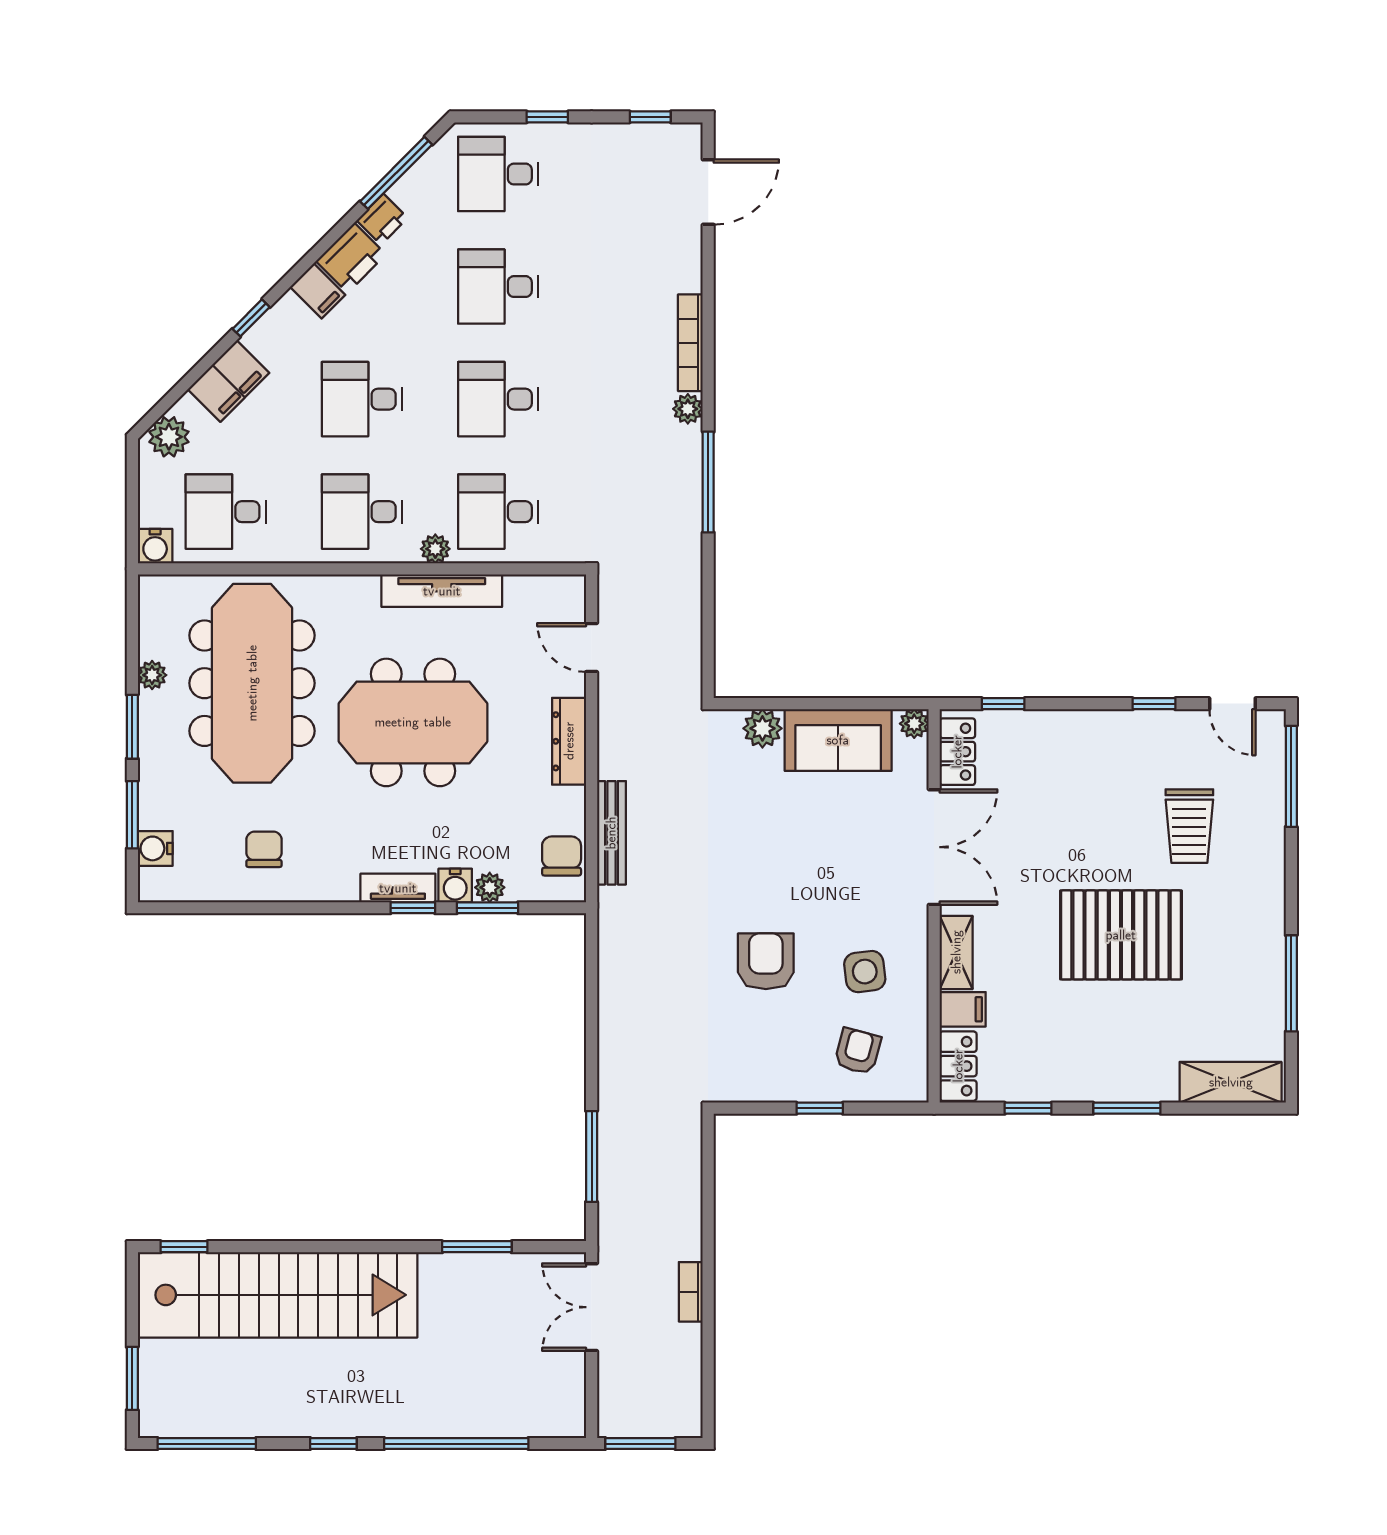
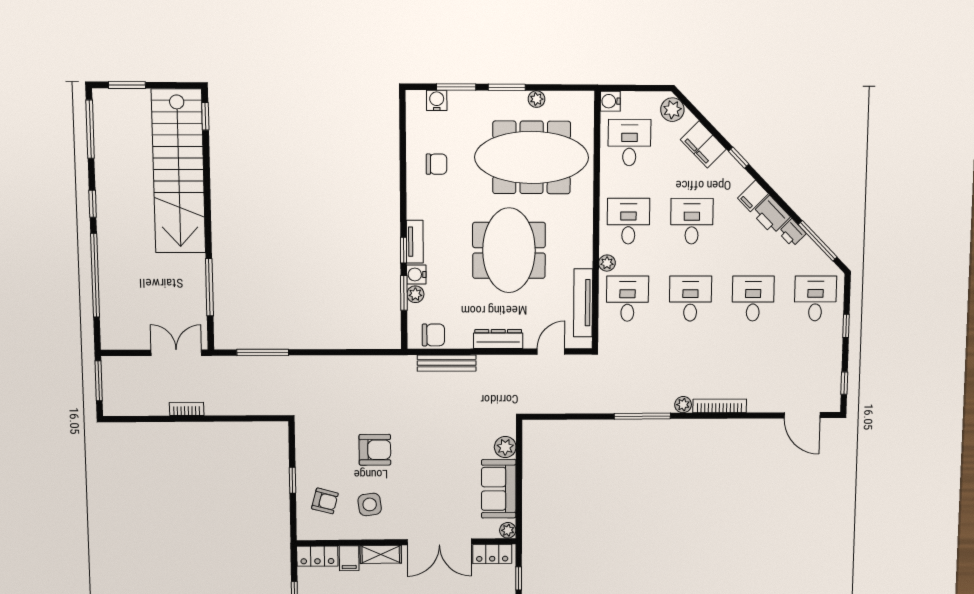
tv unit: (442, 591) -> (583, 303), moved
window: (477, 1247) -> (209, 287), width x1.44

